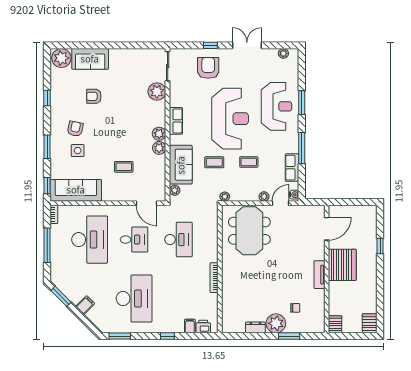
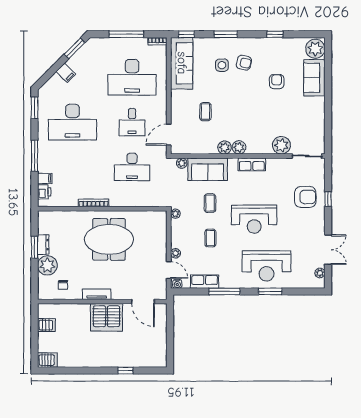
double door: (247, 45) -> (328, 250), moved
reception desk: (230, 119) -> (254, 219), width x0.74, depth x0.77
door: (327, 229) -> (143, 302), moved
meeting table: (249, 231) -> (109, 239), moved
server rack: (342, 265) -> (106, 317), moved
wall: (327, 269) -> (102, 302), moved
tv unit: (319, 275) -> (97, 294), moved
window: (167, 336) -> (34, 156), width x2.17
window: (289, 336) -> (34, 247), moved

